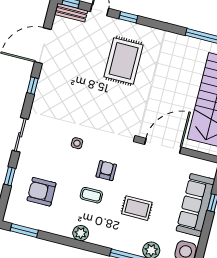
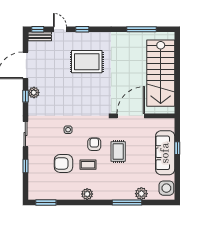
rug: (124, 61) -> (87, 62), turned 90
plant: (45, 84) -> (34, 93), added
armchair: (42, 192) -> (63, 163), moved
rug: (137, 208) -> (118, 151), moved, turned 90

